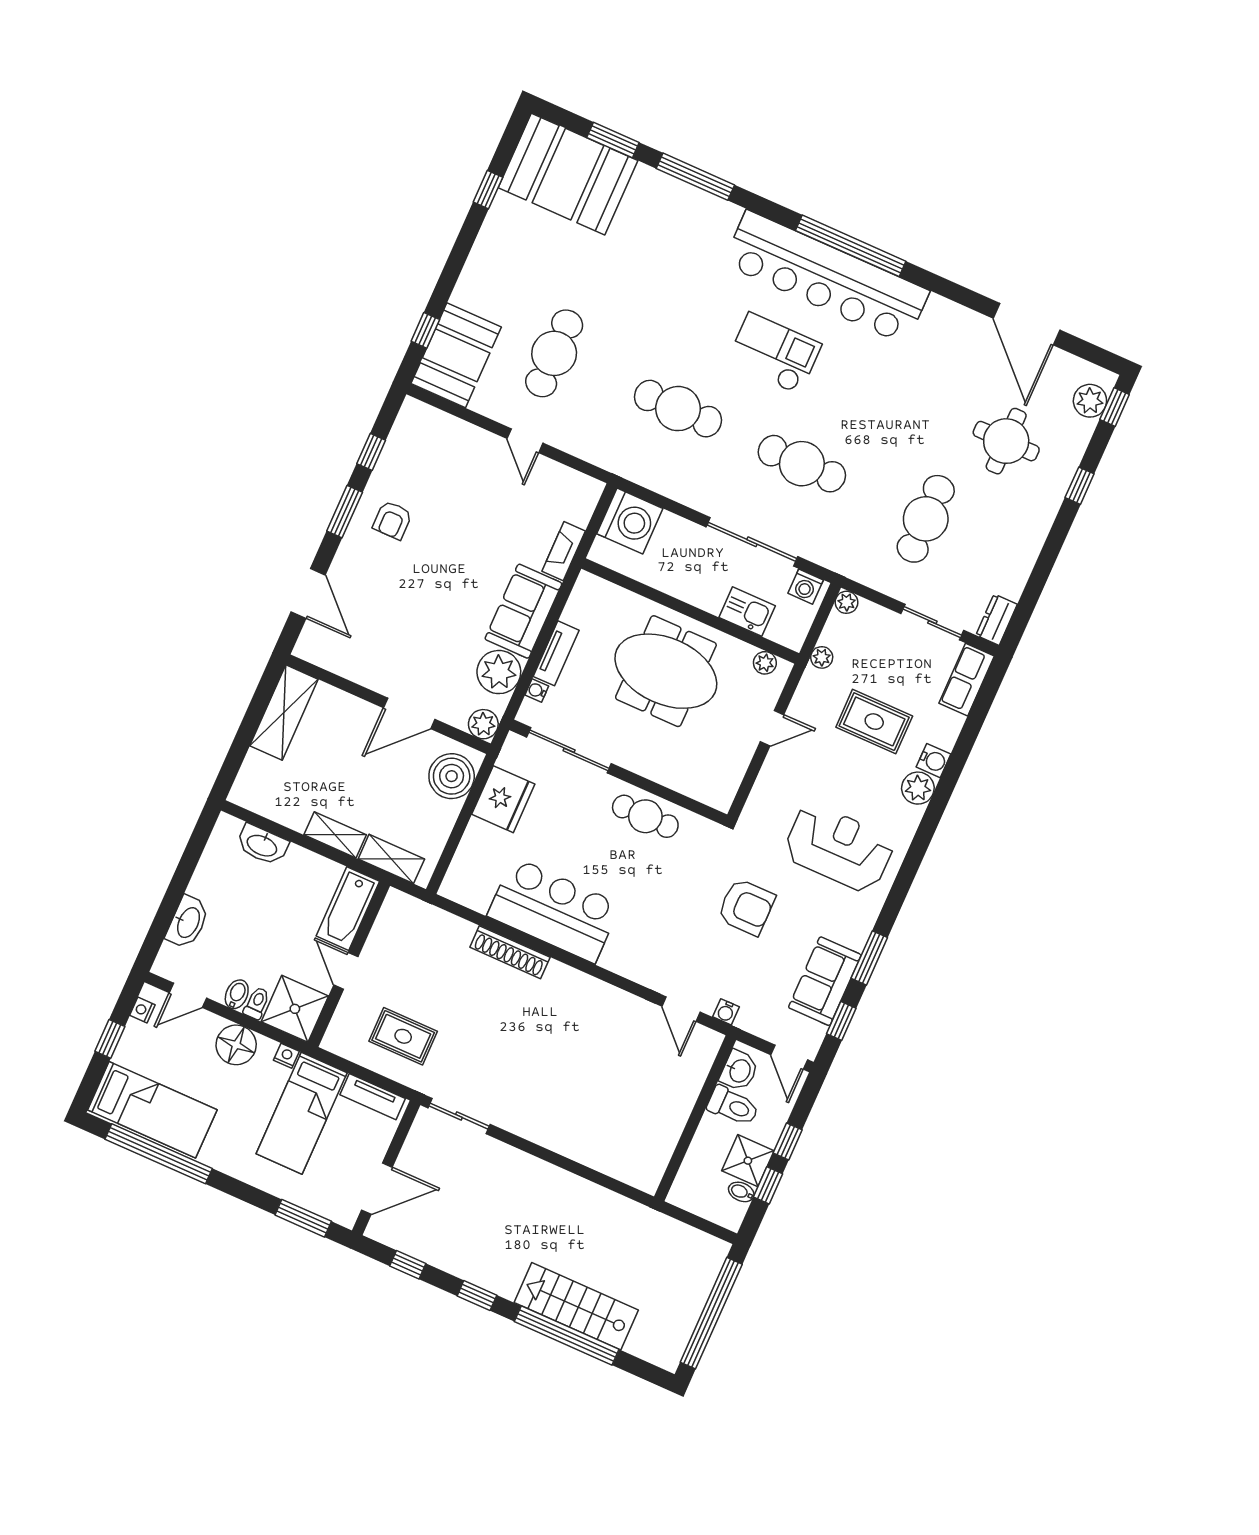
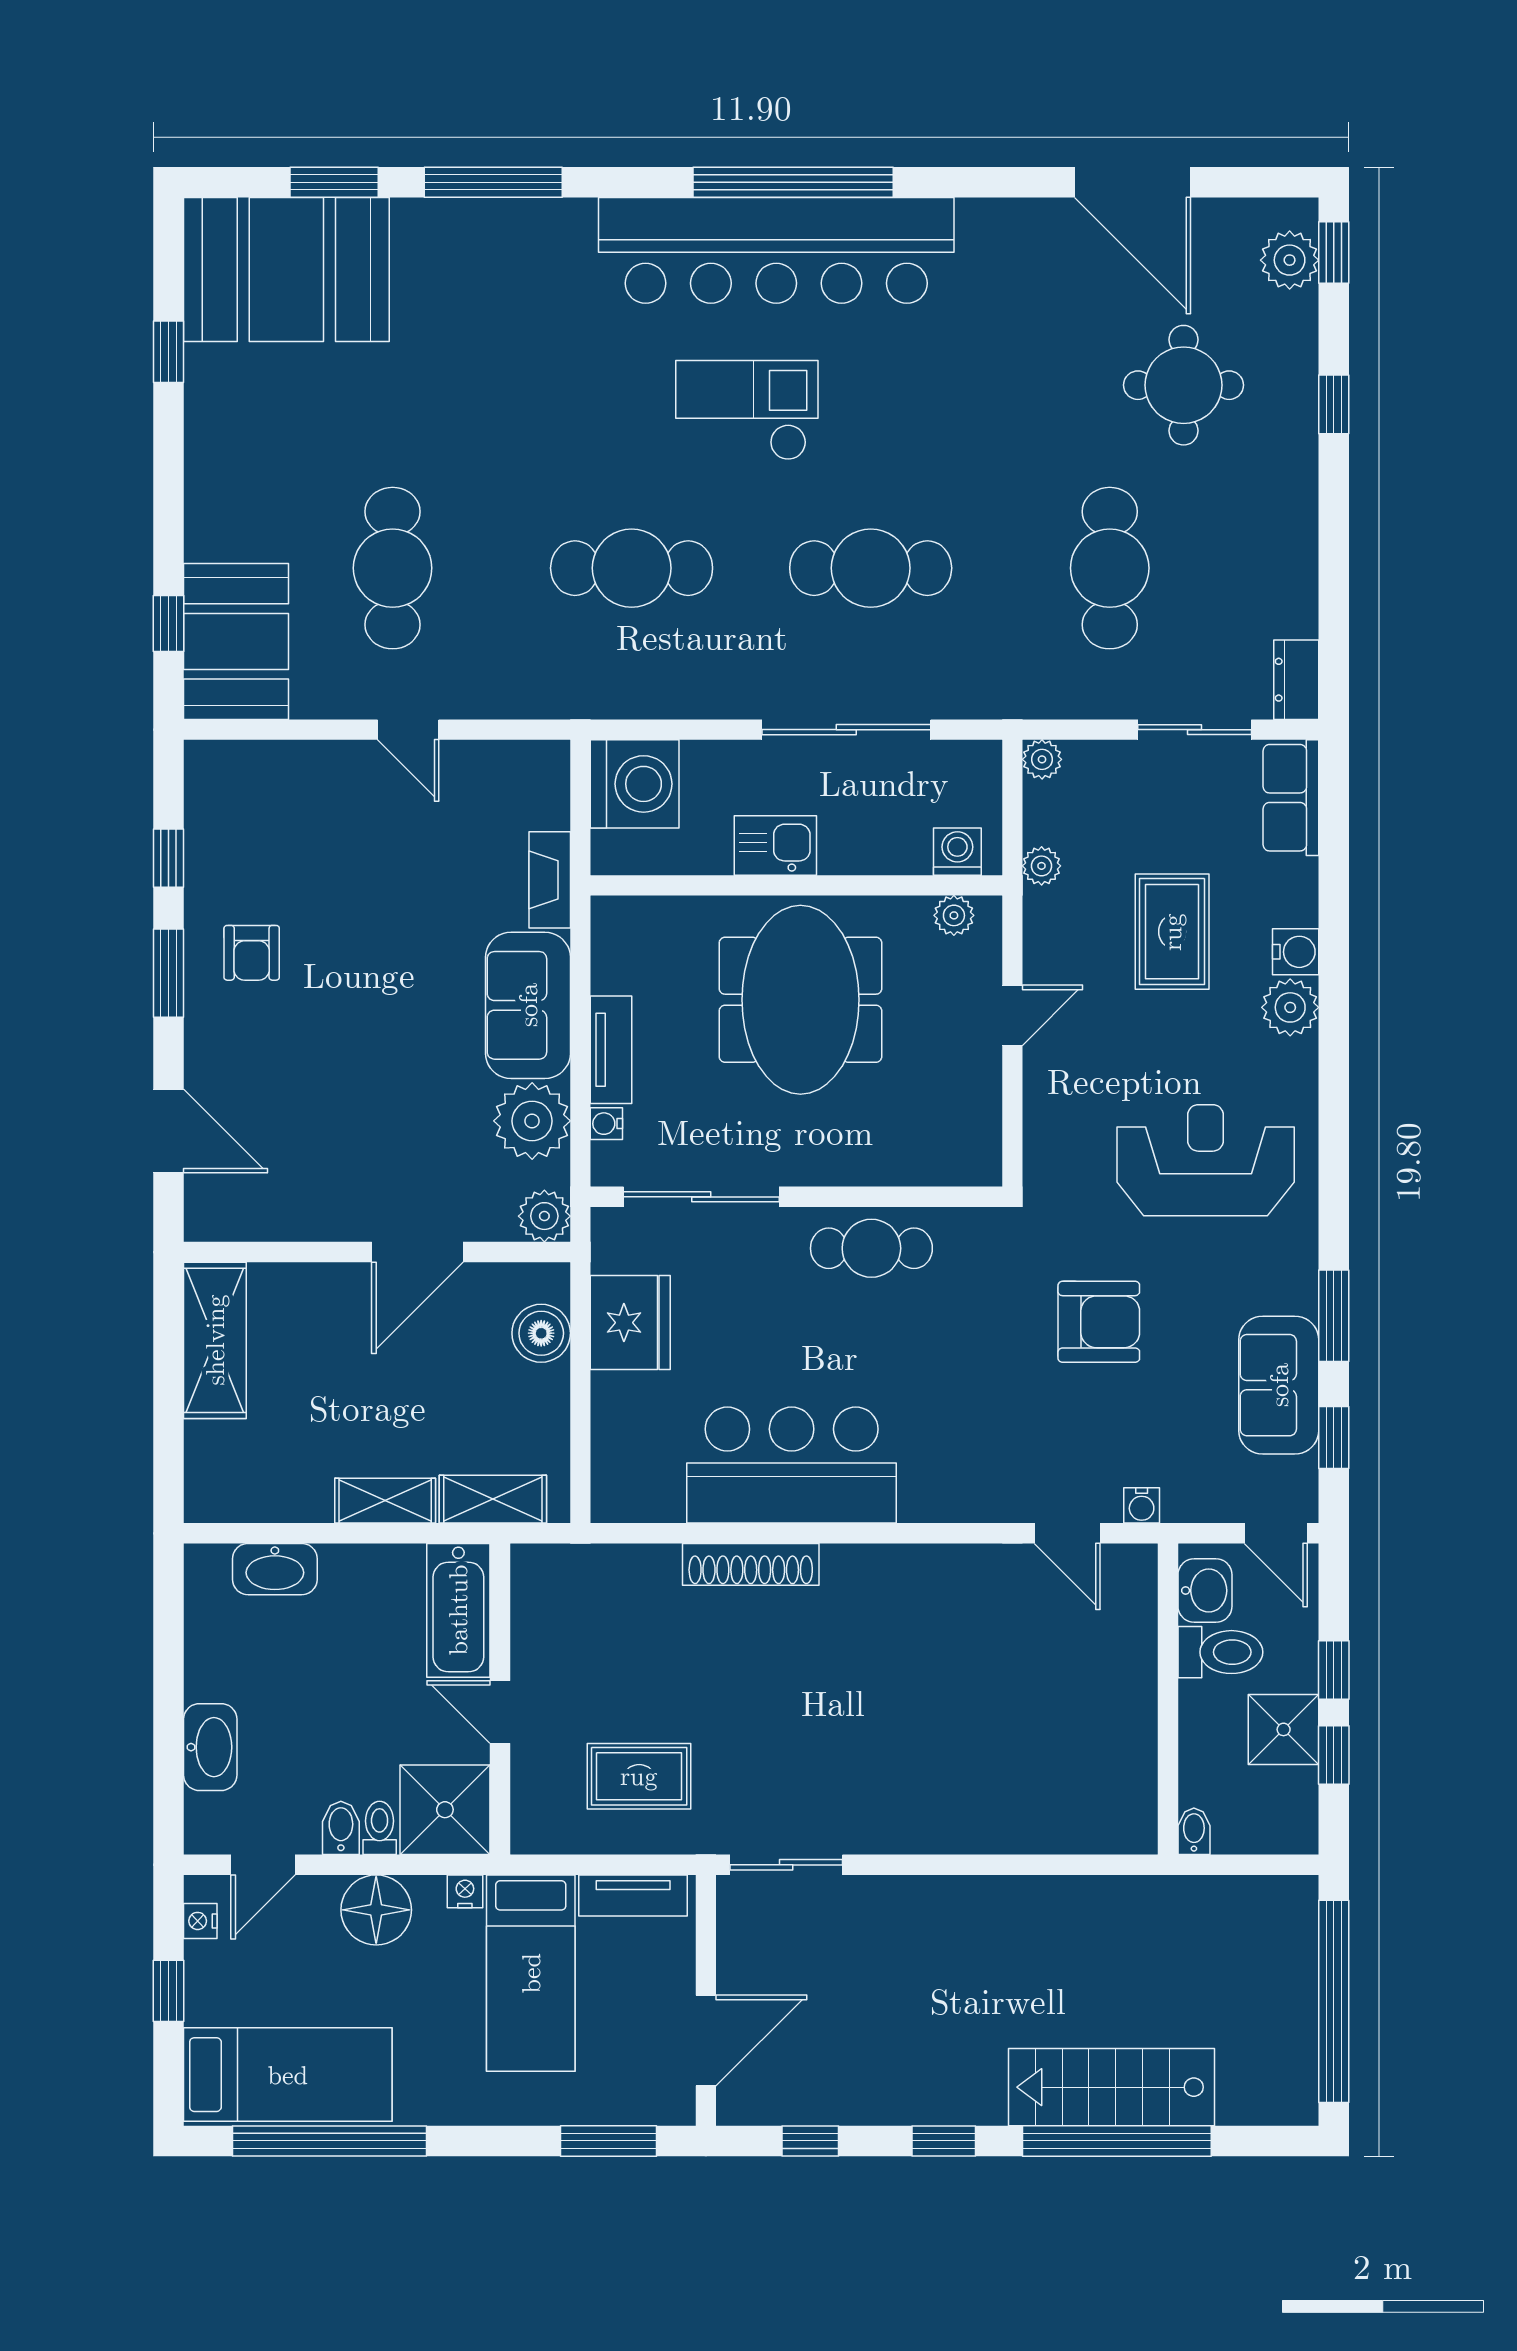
washing machine: (806, 587) -> (957, 852), moved, turned 180
kitchen sink: (747, 612) -> (775, 846), moved
meeting table: (666, 671) -> (800, 1000), turned 90
rug: (874, 722) -> (1172, 932), turned 90
boiler: (452, 776) -> (541, 1333), width x0.73, depth x0.73
bidet: (741, 1192) -> (1194, 1831), moved, turned 90

